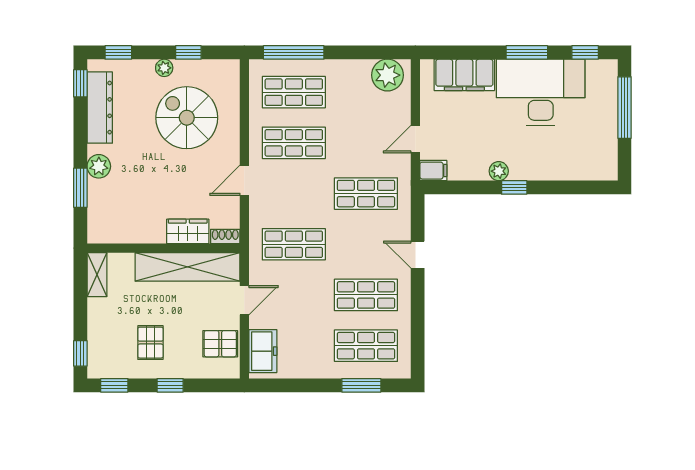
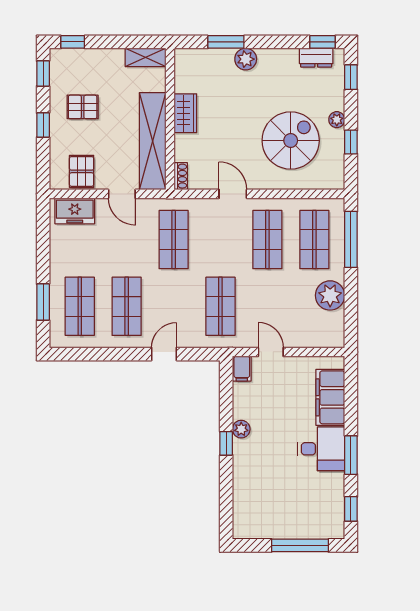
plant: (387, 75) -> (330, 295), moved
desk: (541, 92) -> (321, 449), width x0.53, depth x0.77
dresser: (100, 108) -> (316, 58), width x0.51, depth x0.80
wardrobe: (188, 231) -> (185, 113), moved

